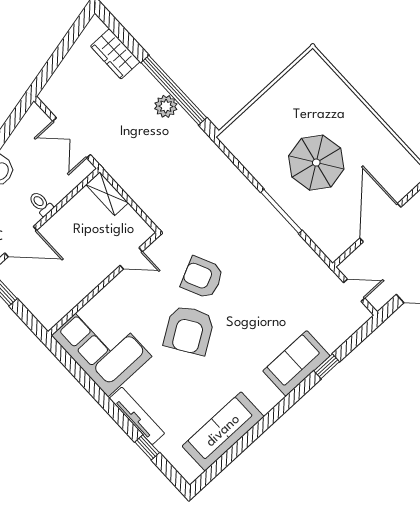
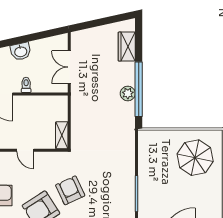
parasol: (316, 163) -> (195, 158), moved
shelving: (107, 194) -> (62, 135), moved
door: (131, 258) -> (25, 150), moved

